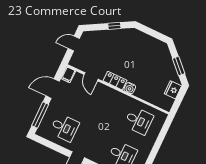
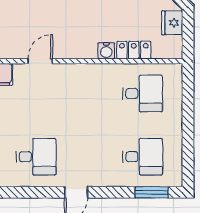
door: (91, 77) -> (40, 61), swing flipped
locker: (115, 81) -> (134, 50), moved

